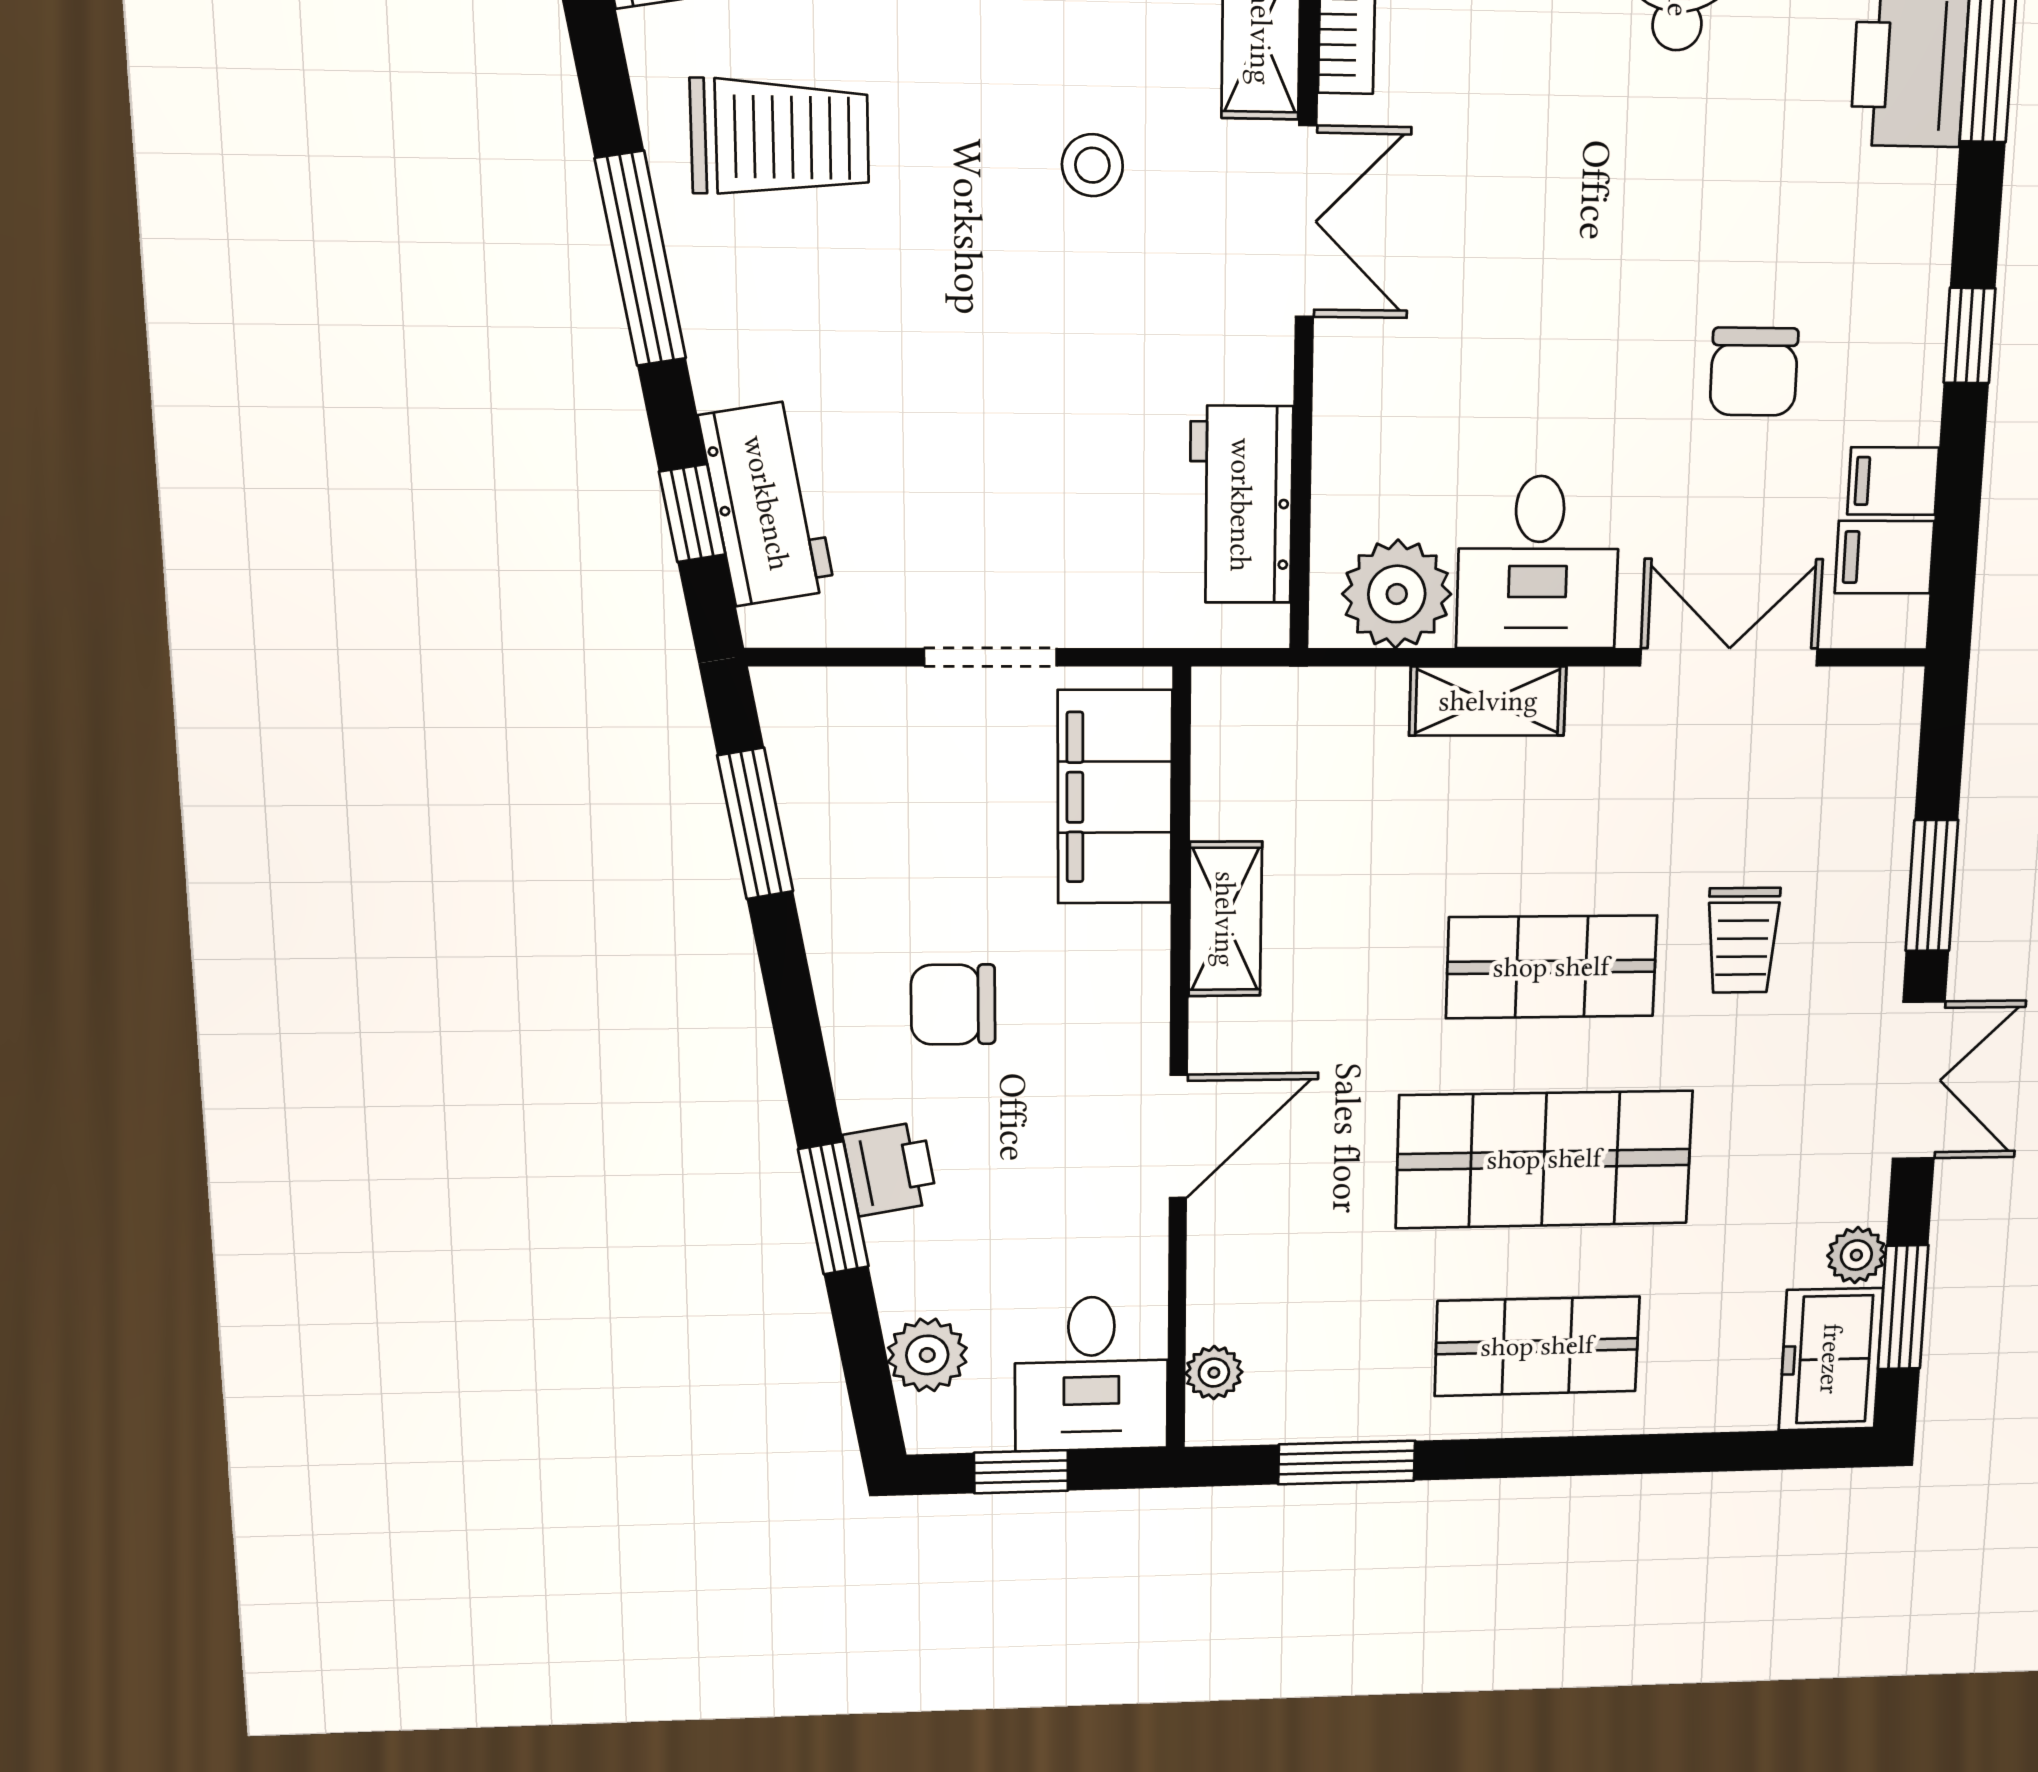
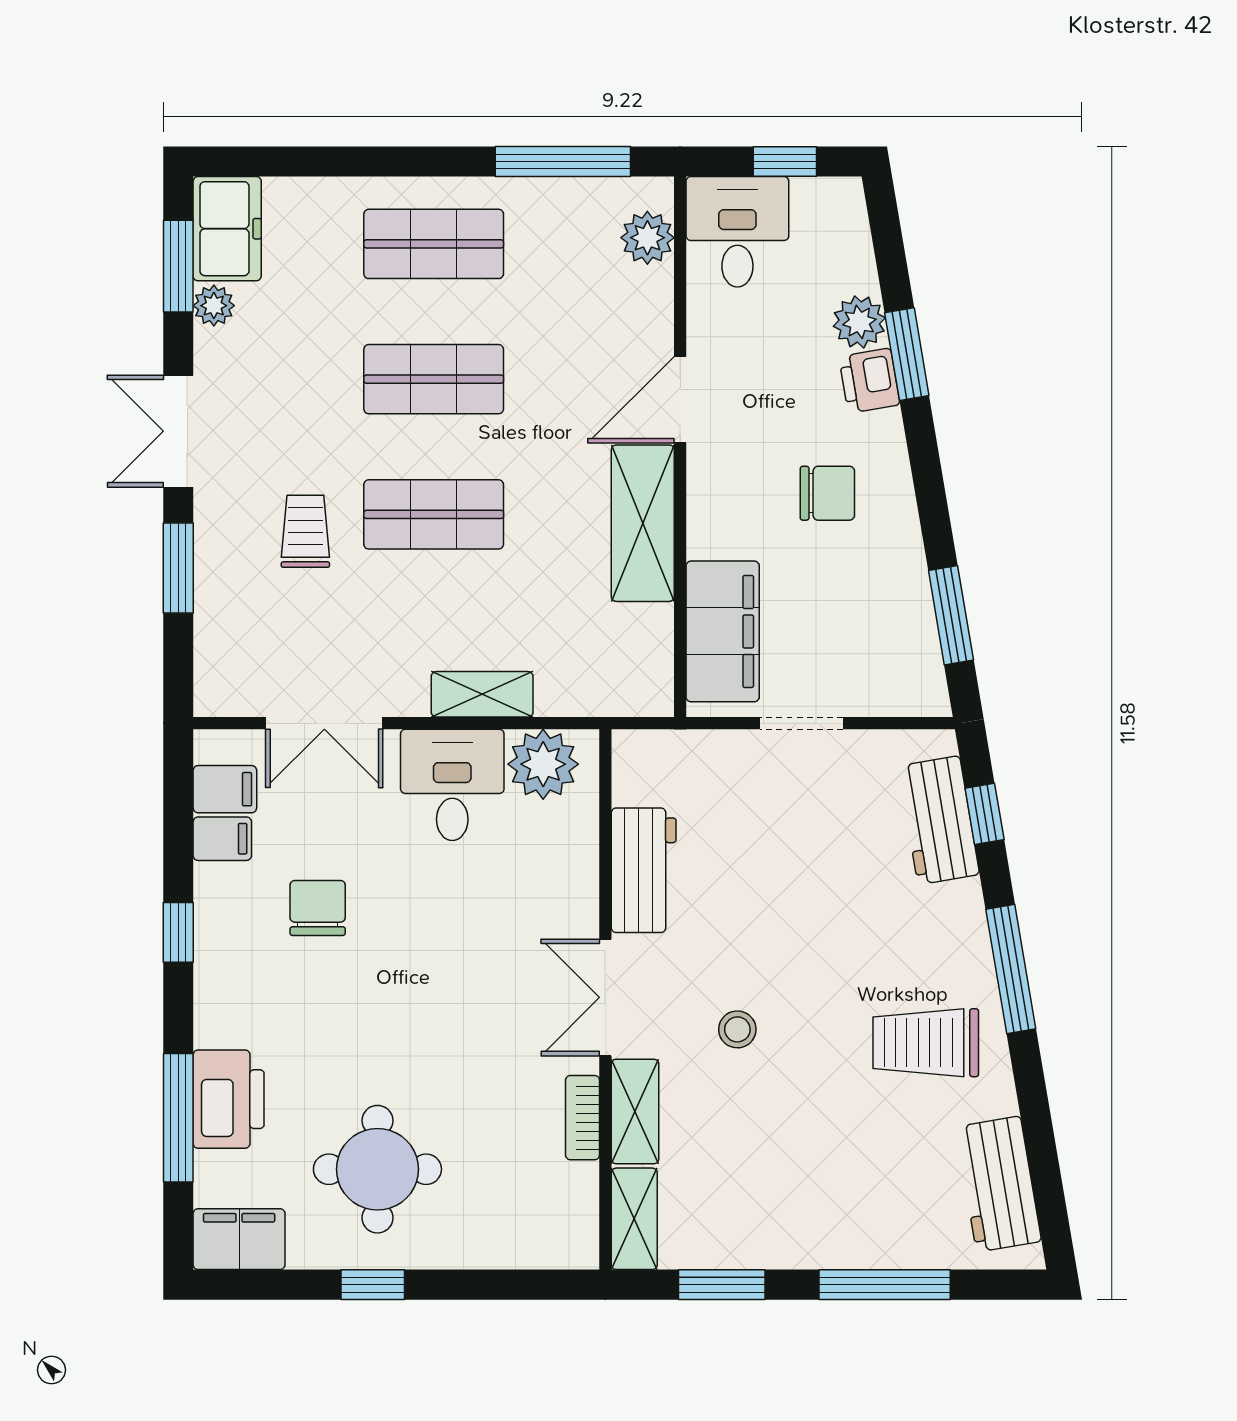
workbench: (1241, 505) -> (644, 870), moved
shelving: (1225, 919) -> (643, 523), width x1.50, depth x1.33
shop shelf: (1544, 1159) -> (434, 379), width x0.70, depth x0.74
plant: (927, 1355) -> (859, 322), moved
plant: (1214, 1373) -> (647, 238), width x1.38, depth x1.38
window: (1347, 1462) -> (563, 161), width x1.44

